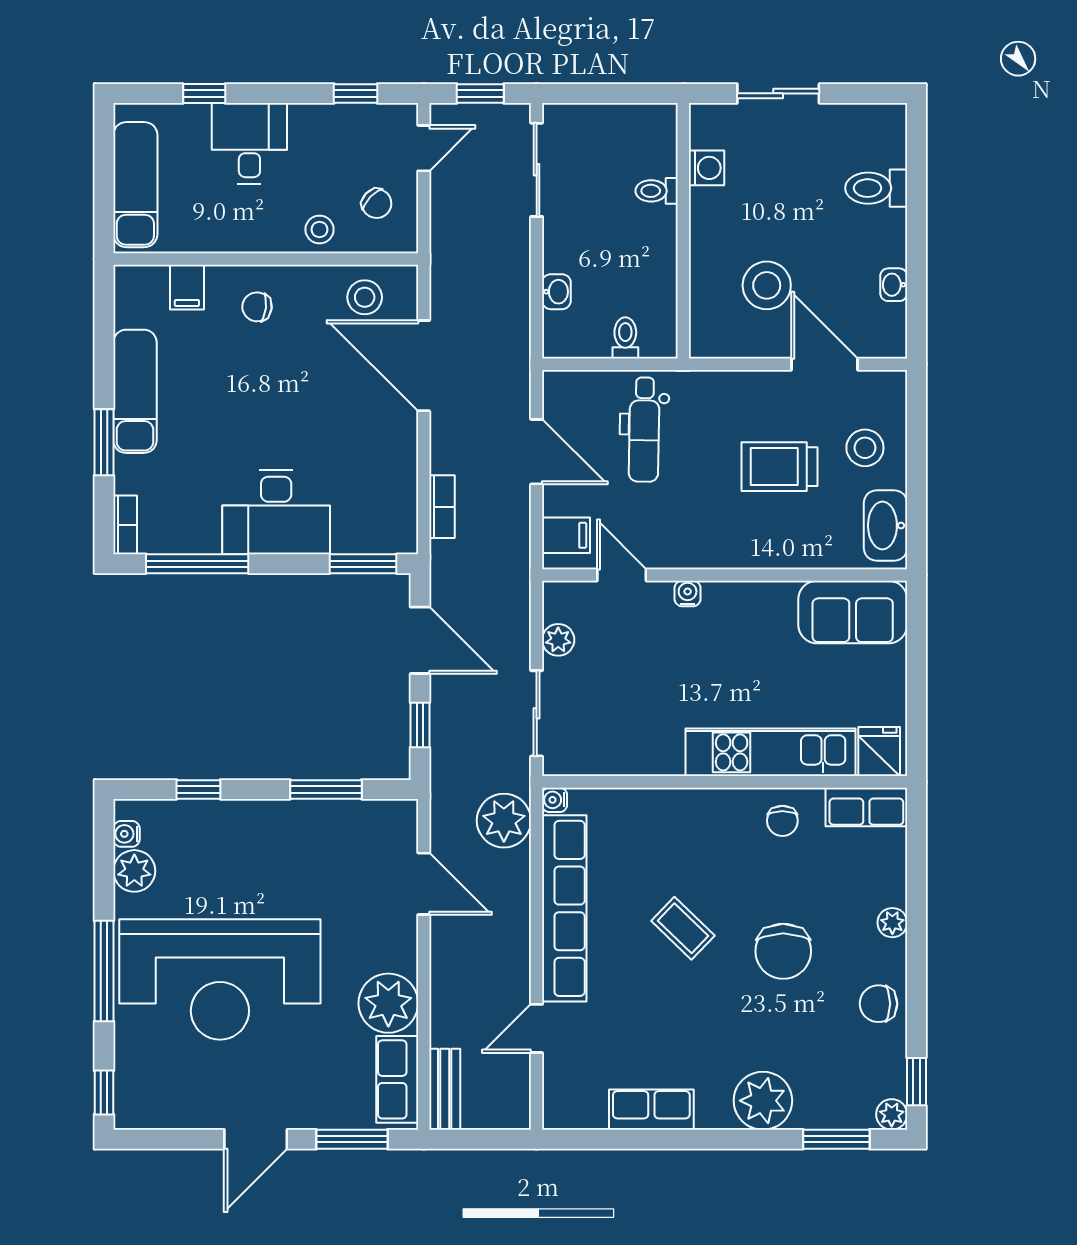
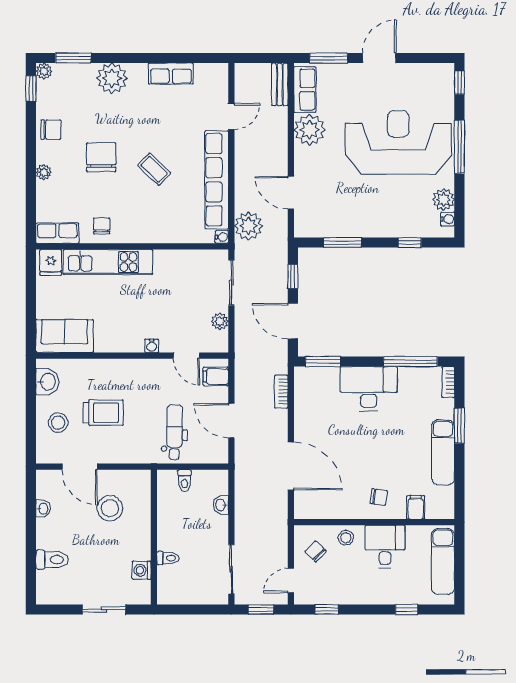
desk: (249, 143) -> (385, 546), moved, turned 180
stool: (365, 297) -> (322, 502), removed
washbasin: (885, 525) -> (47, 382), width x0.72

